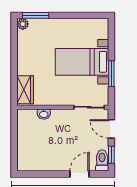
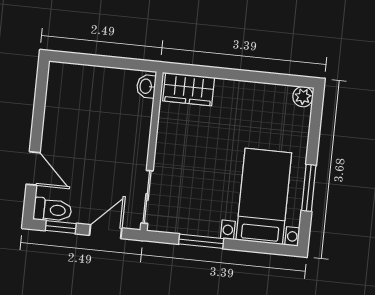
window: (36, 15) -> (309, 188), moved
bed with nightstands: (82, 62) -> (264, 196), moved
washbasin: (44, 114) -> (146, 86), moved

